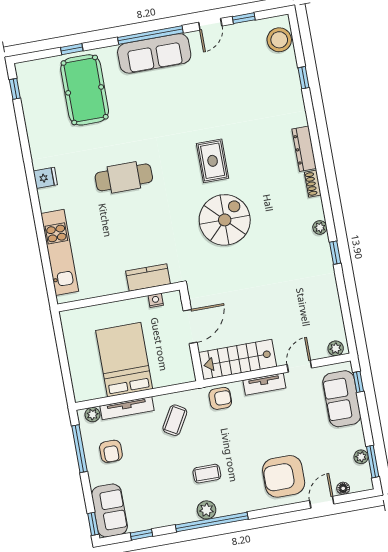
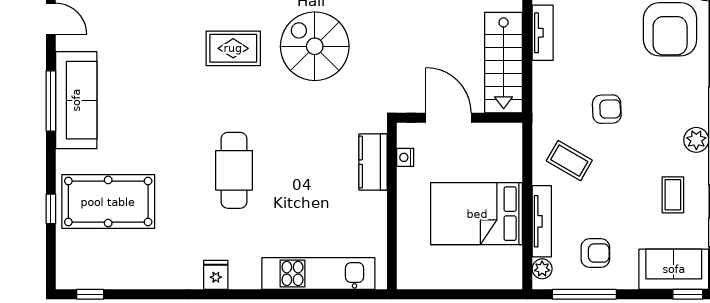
window: (150, 35) -> (51, 101), width x0.68
armchair: (220, 398) -> (607, 109), moved, turned 88
coffee table: (207, 474) -> (673, 195), moved

